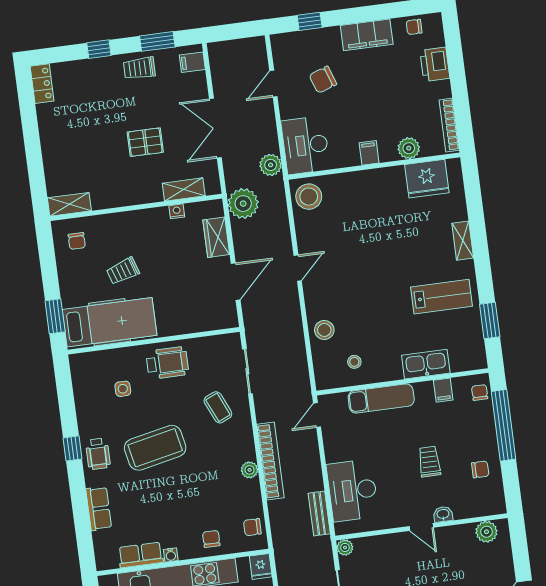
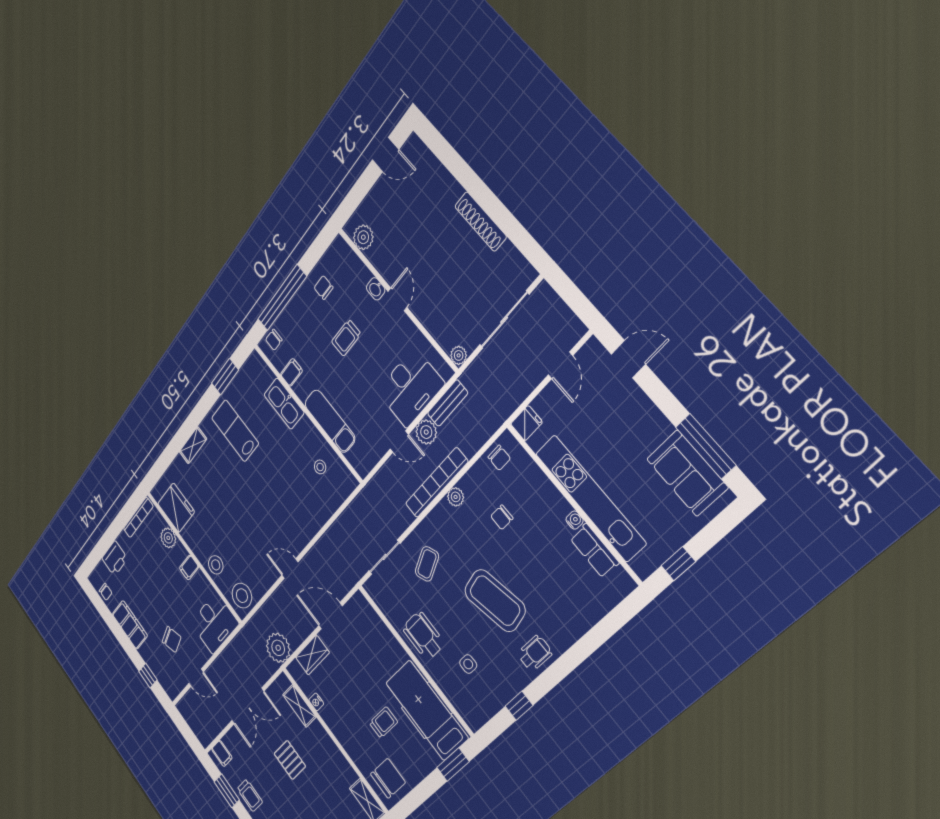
plant: (271, 165) -> (426, 432), moved
chair: (77, 241) -> (388, 778), width x1.87, depth x1.87
trolley: (123, 271) -> (383, 722), turned -72
stool: (324, 330) -> (216, 565), moved
door: (317, 415) -> (399, 442), moved
window: (72, 448) -> (519, 706), moved
row of seats: (99, 509) -> (581, 621), removed
chair: (211, 539) -> (502, 517), moved

